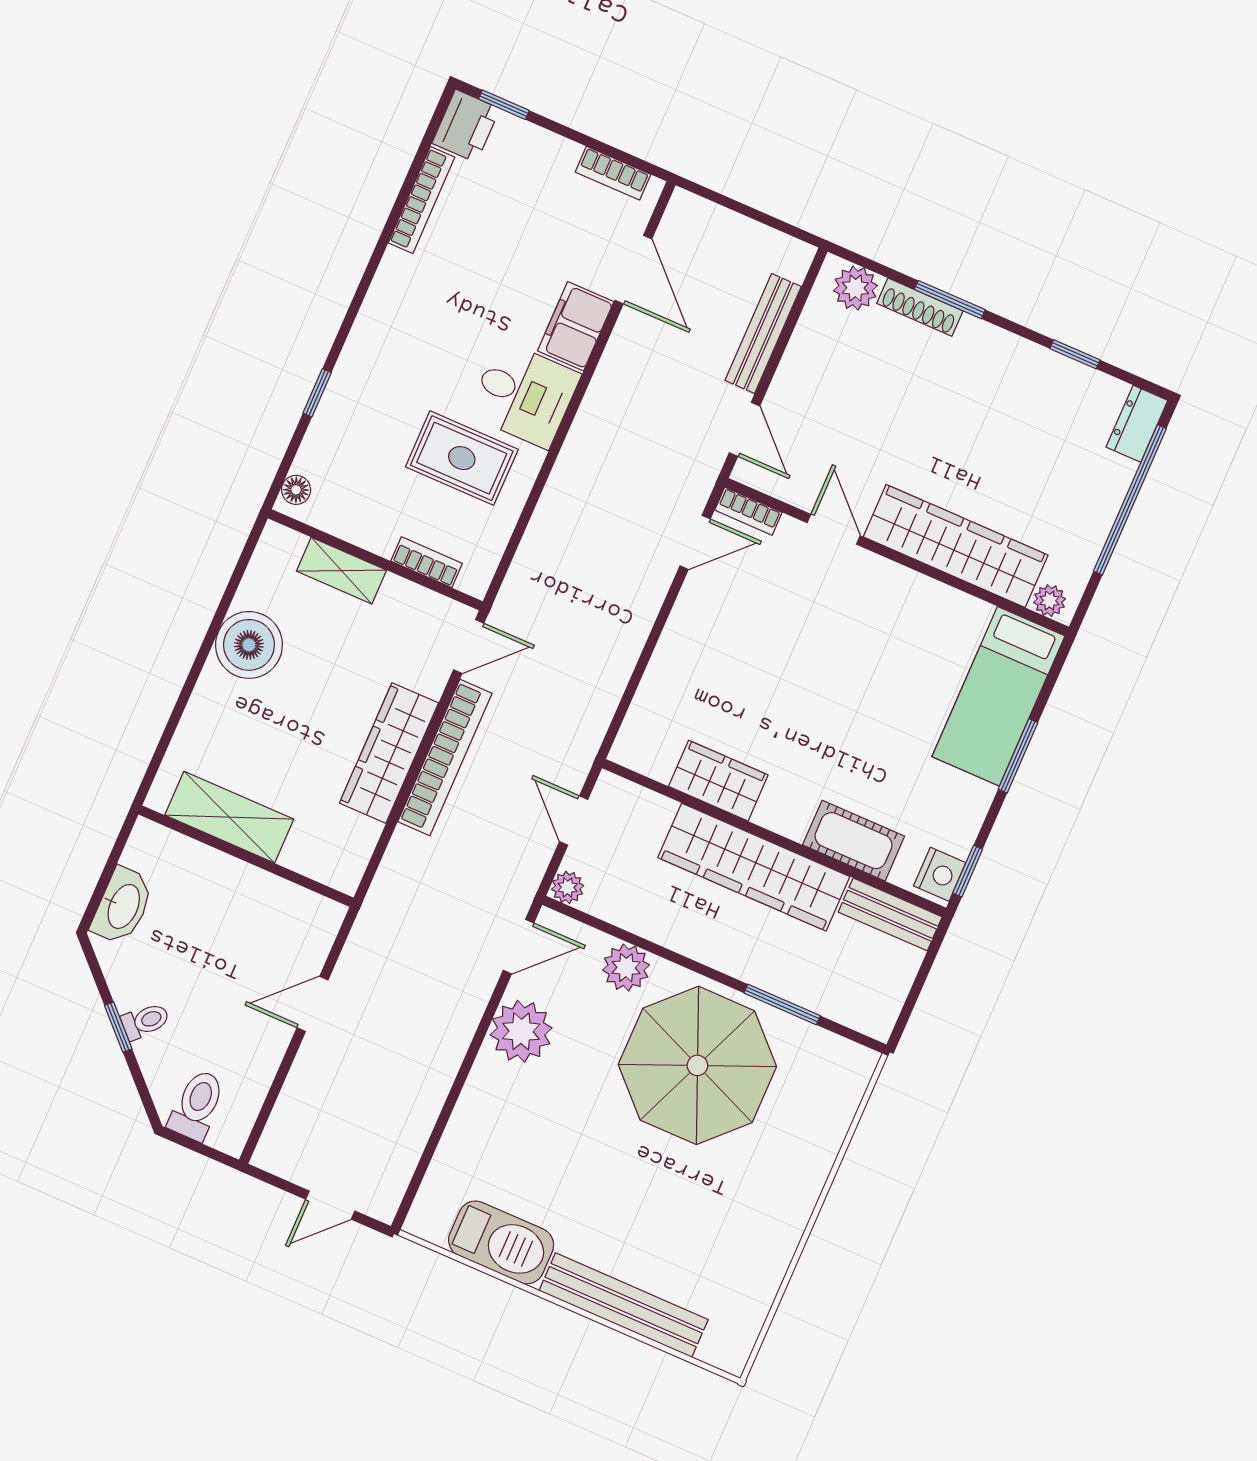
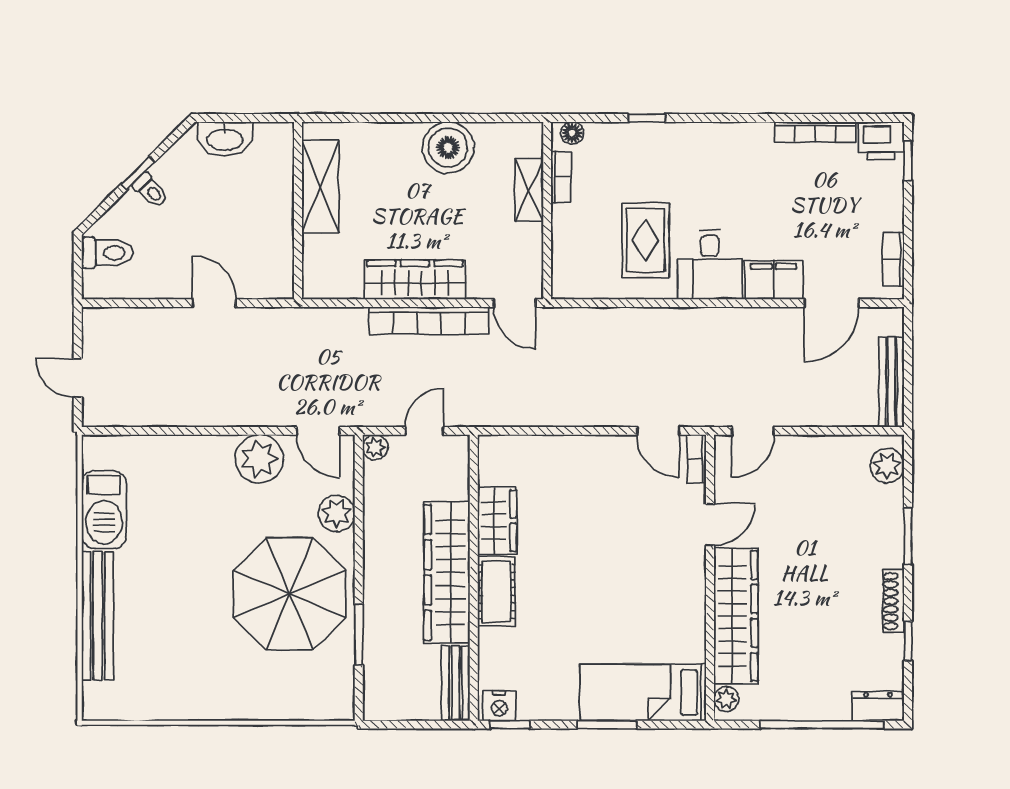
shoe rack: (920, 307) -> (893, 601), moved
bench: (763, 333) -> (892, 382), moved, turned 90
bookcase: (427, 562) -> (561, 177), moved
cot: (854, 841) -> (496, 591), moved

